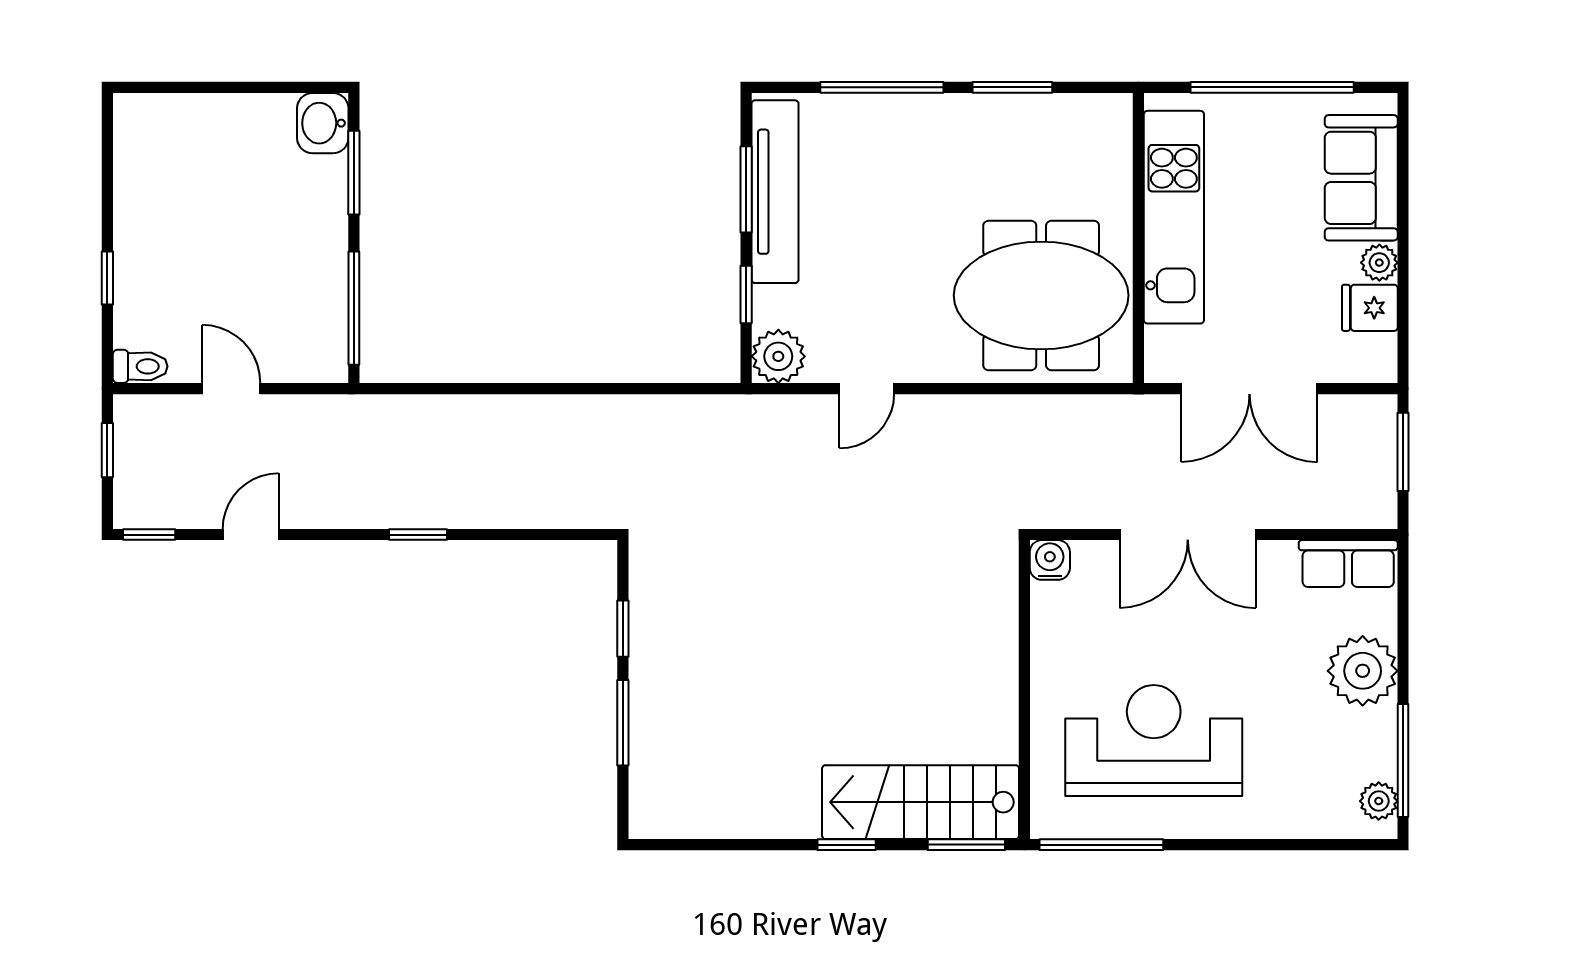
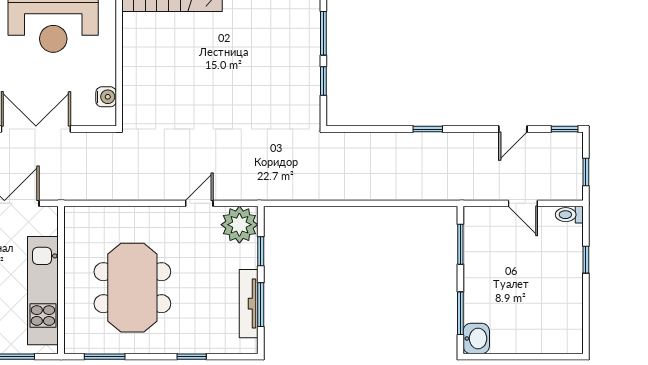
window: (882, 87) -> (192, 357), width x0.46
window: (1012, 87) -> (105, 357), moved
tv unit: (775, 192) -> (249, 304), width x0.73, depth x0.78
meeting table: (1041, 295) -> (132, 288), moved, turned 90
window: (354, 308) -> (460, 244), width x0.69
plant: (778, 356) -> (239, 225), width x1.36, depth x1.36
water cooler: (1050, 560) -> (106, 97), moved, turned -90

